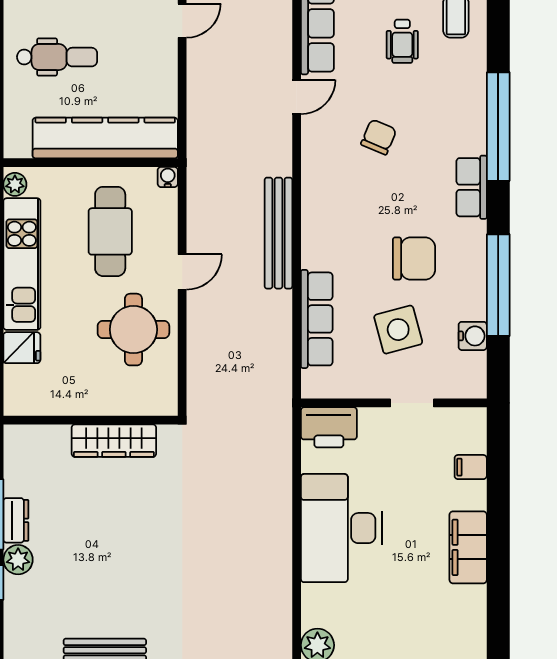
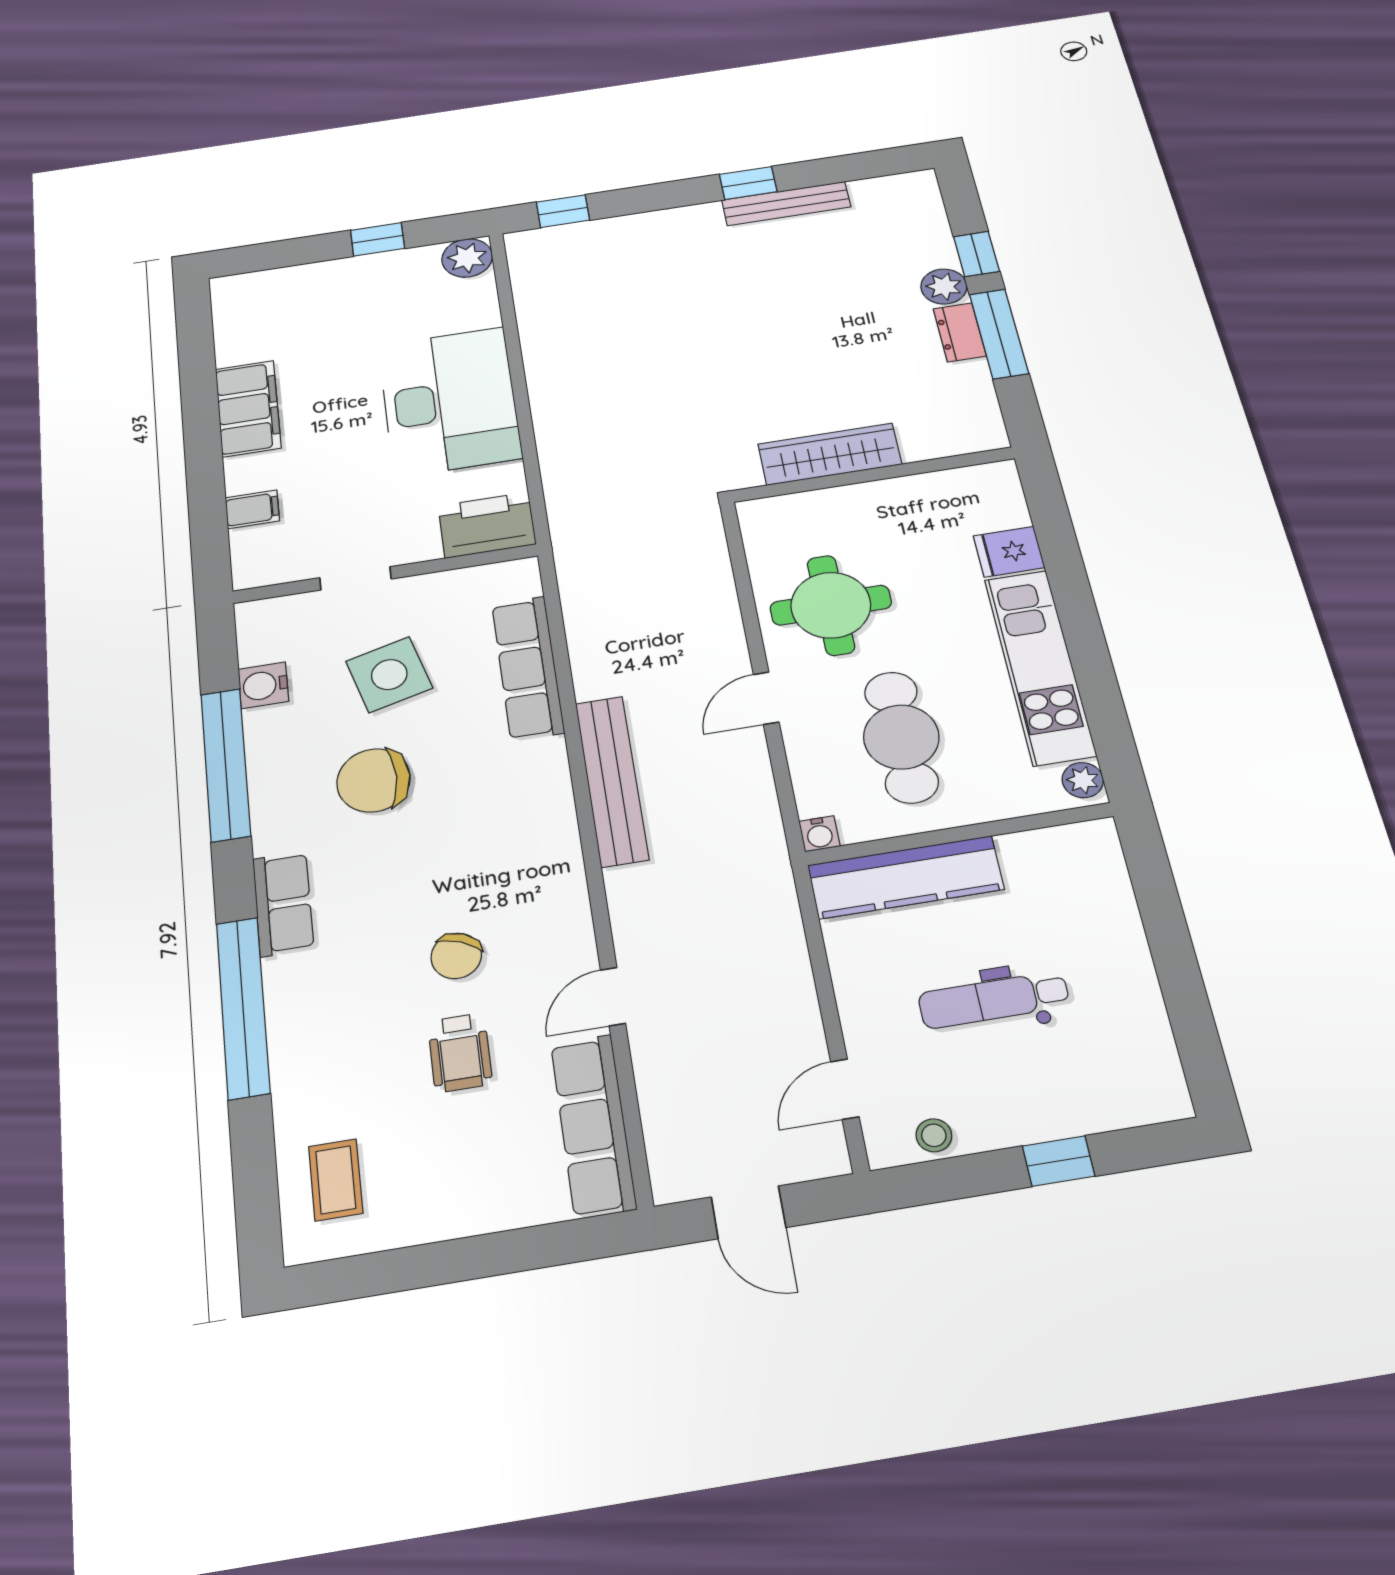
wheelchair: (402, 41) -> (460, 1053), moved, turned 180
dental chair: (57, 57) -> (994, 1000), moved
kitchen counter: (105, 138) -> (906, 877), width x0.72, depth x0.86

